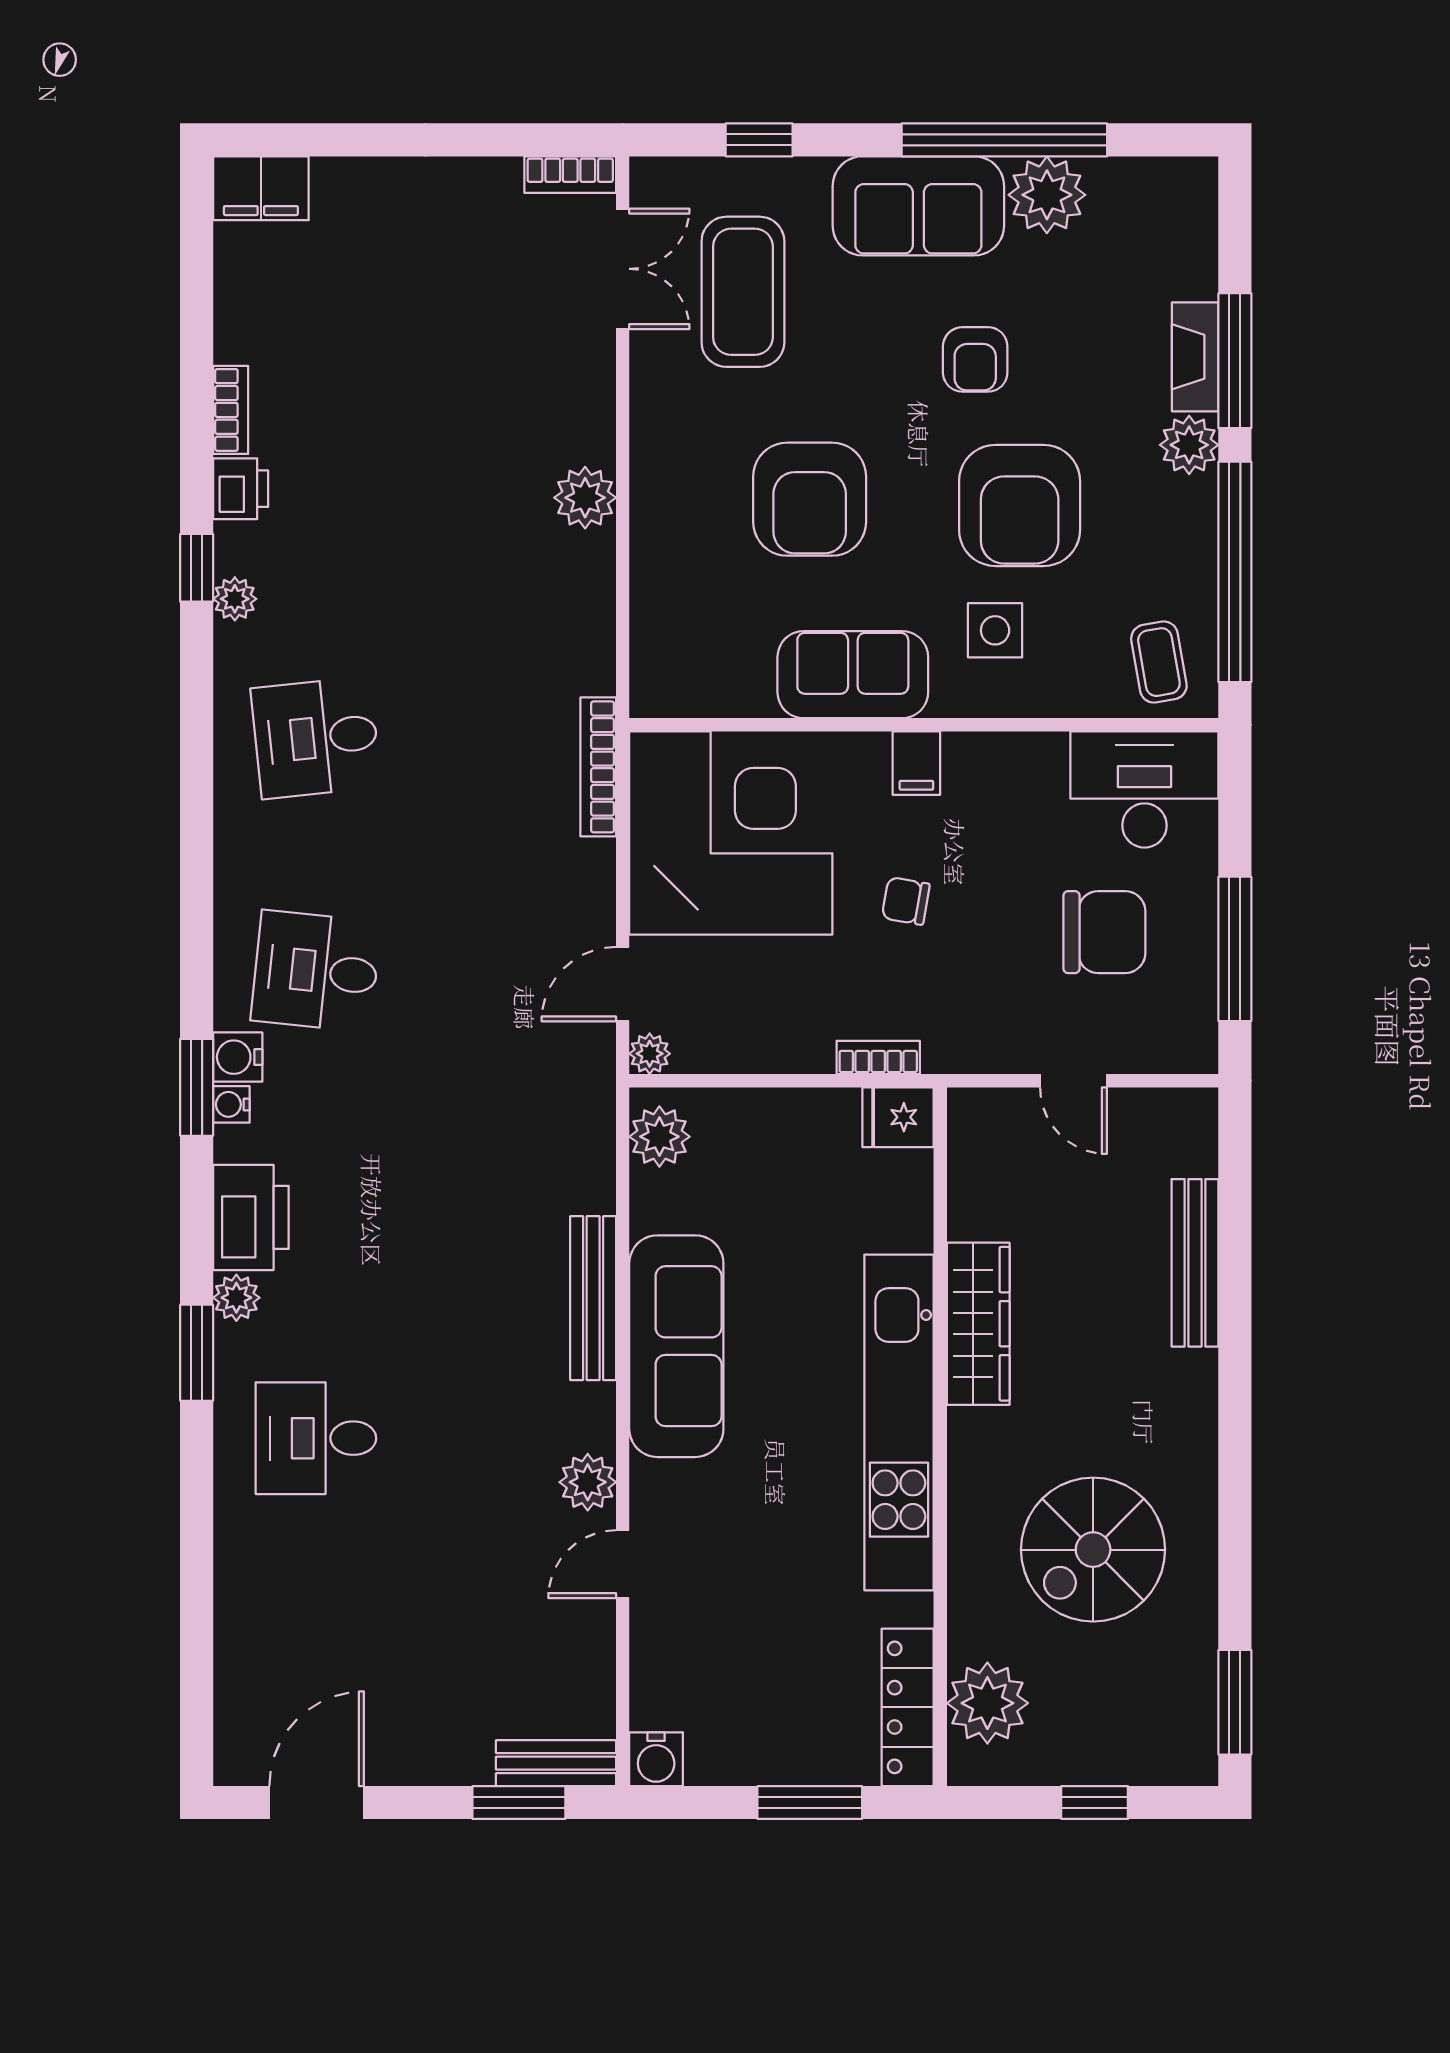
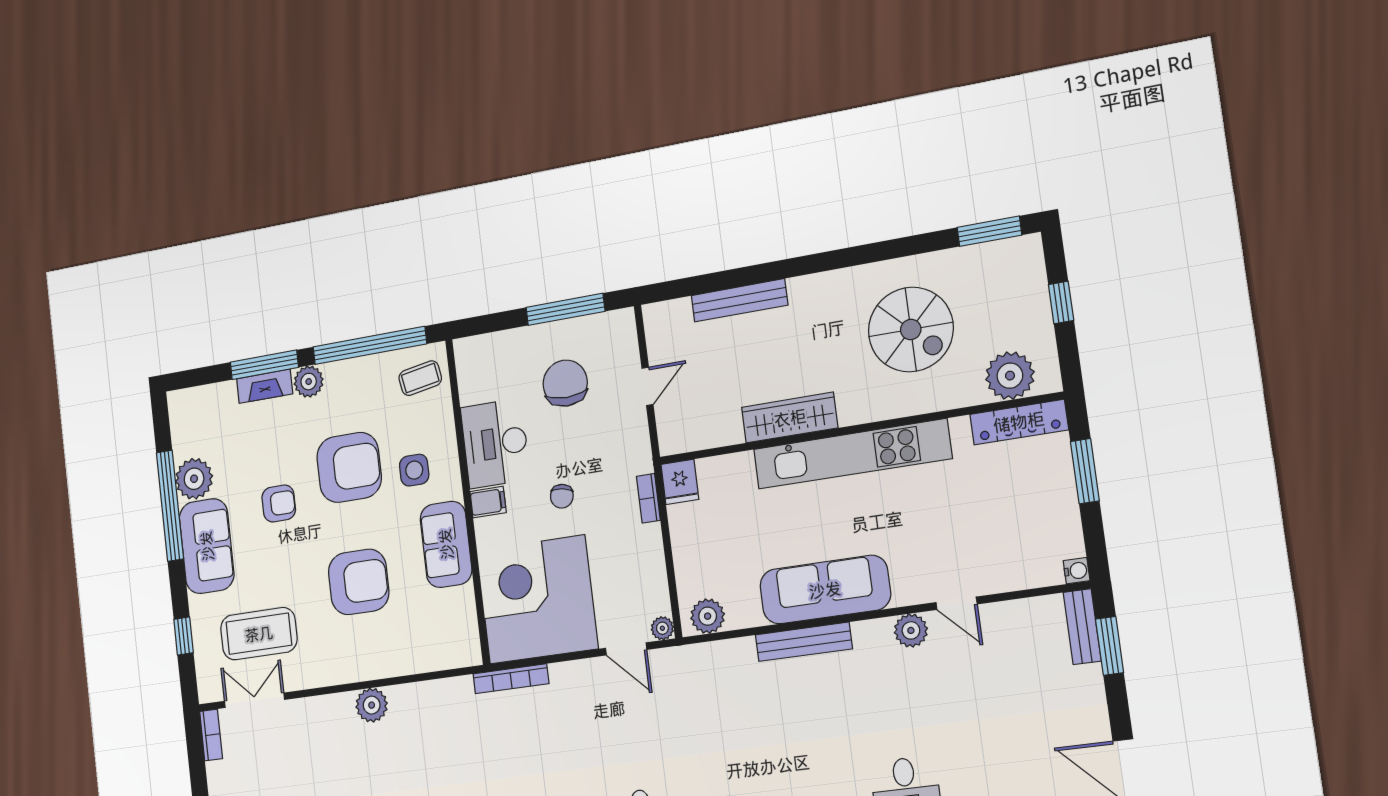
desk: (1144, 789) -> (495, 443), moved
water cooler: (656, 1759) -> (1077, 571), width x0.72, depth x0.72

